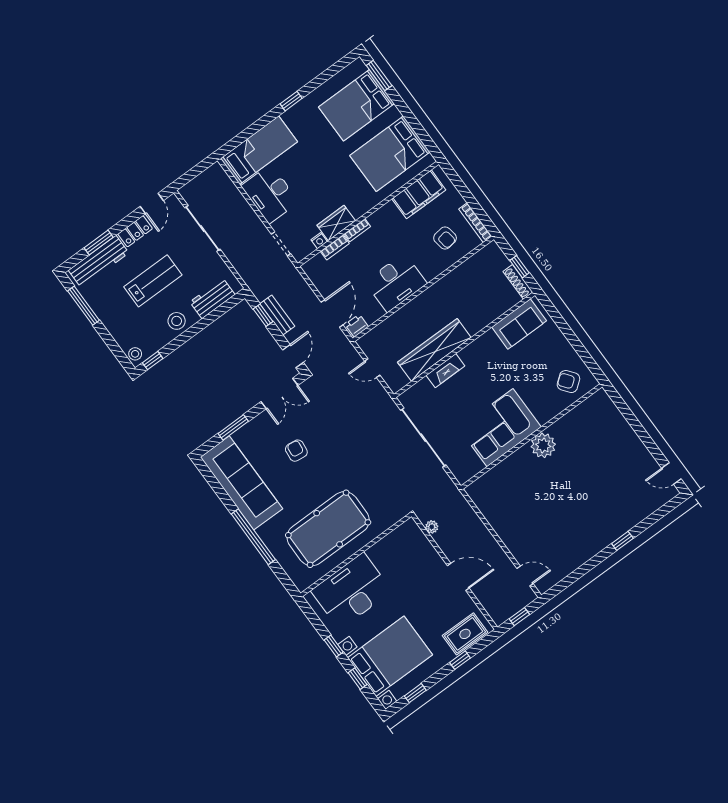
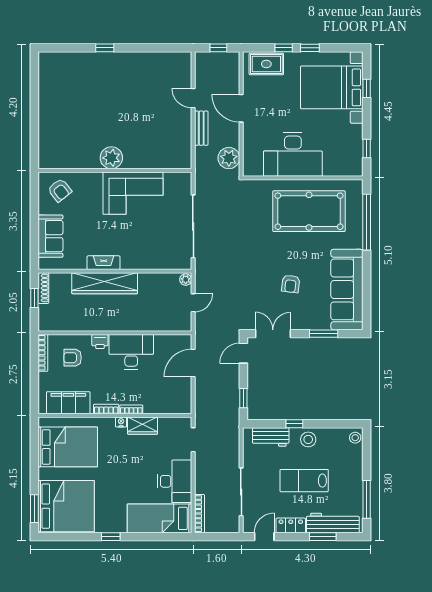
bed: (356, 105) -> (66, 506), width x1.36
bookcase: (226, 181) -> (199, 514), added
armchair: (445, 238) -> (73, 358), turned -81
nightstand: (319, 241) -> (121, 422), moved
bookcase: (335, 247) -> (106, 409), moved
bench: (277, 315) -> (201, 128), moved
sofa: (519, 324) -> (50, 236), moved, turned 90
printer: (357, 326) -> (100, 341), moved
wardrobe: (434, 350) -> (105, 283), moved
window: (153, 361) -> (294, 424), moved
door: (372, 368) -> (193, 303), hinge flipped
fireplace: (445, 371) -> (104, 263), moved
plant: (394, 384) -> (186, 280), added
door: (671, 473) -> (34, 70), removed
plant: (432, 527) -> (229, 158), width x1.88, depth x1.88
window: (253, 537) -> (367, 222), moved
door: (525, 576) -> (193, 98), moved
desk: (351, 591) -> (293, 154), moved
window: (334, 646) -> (367, 149), moved
window: (415, 693) -> (310, 48), moved

